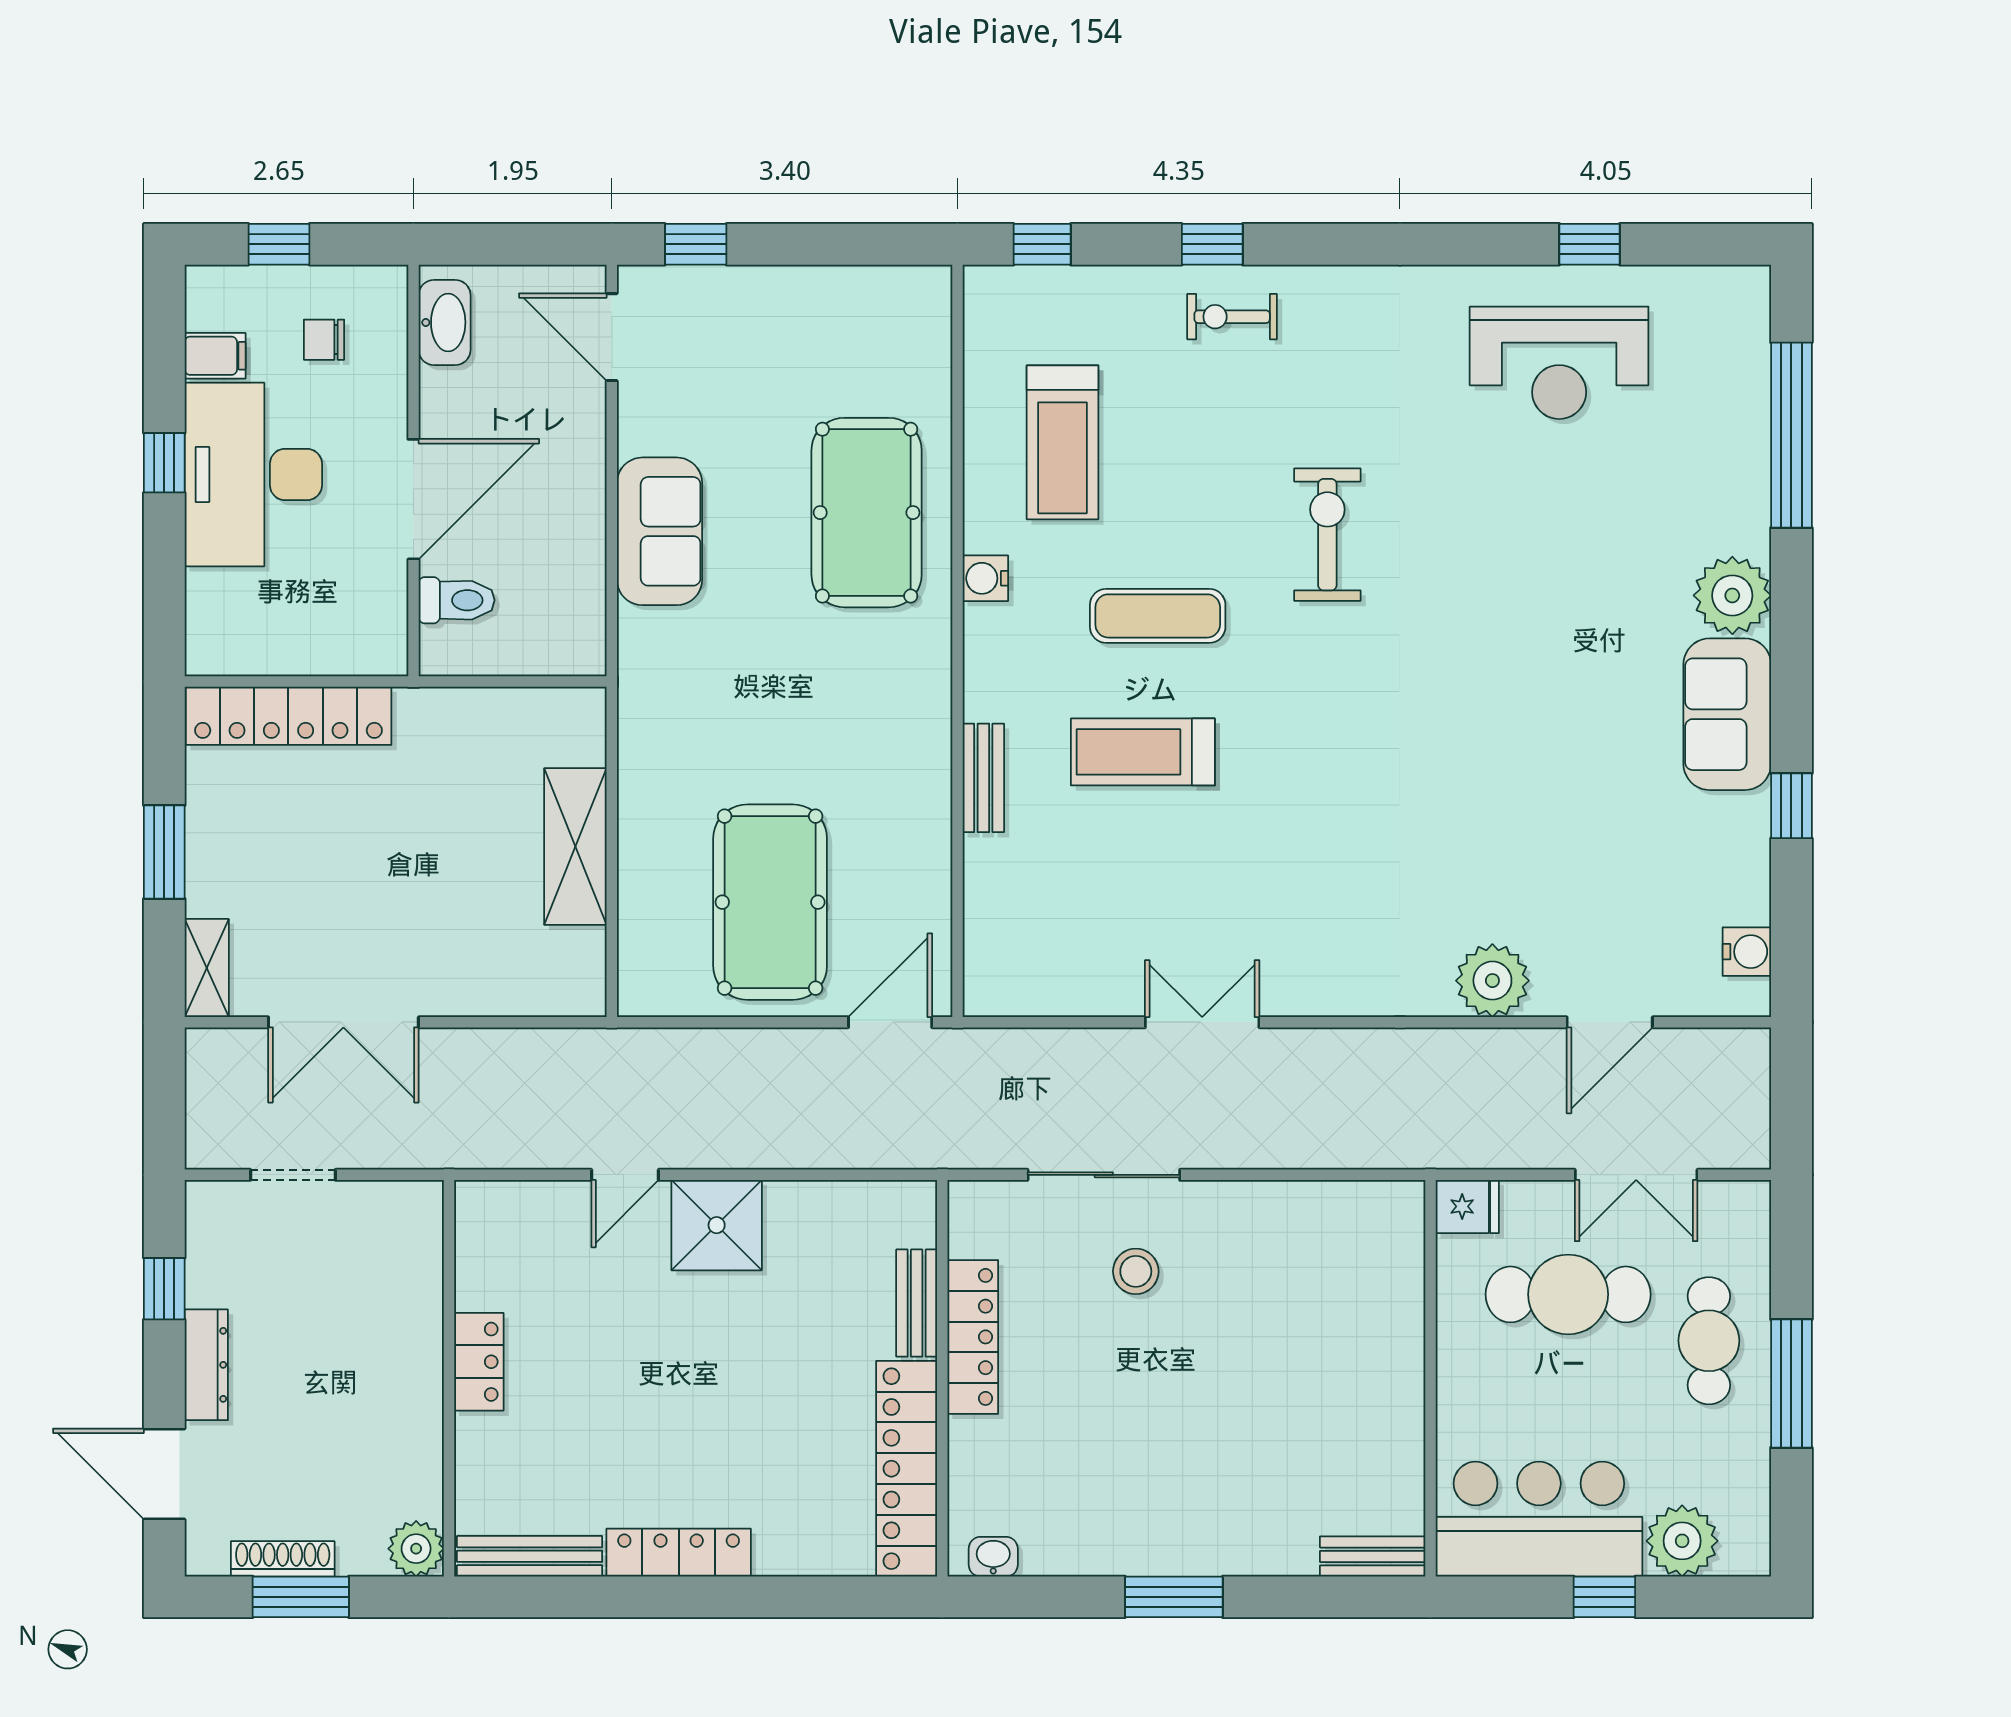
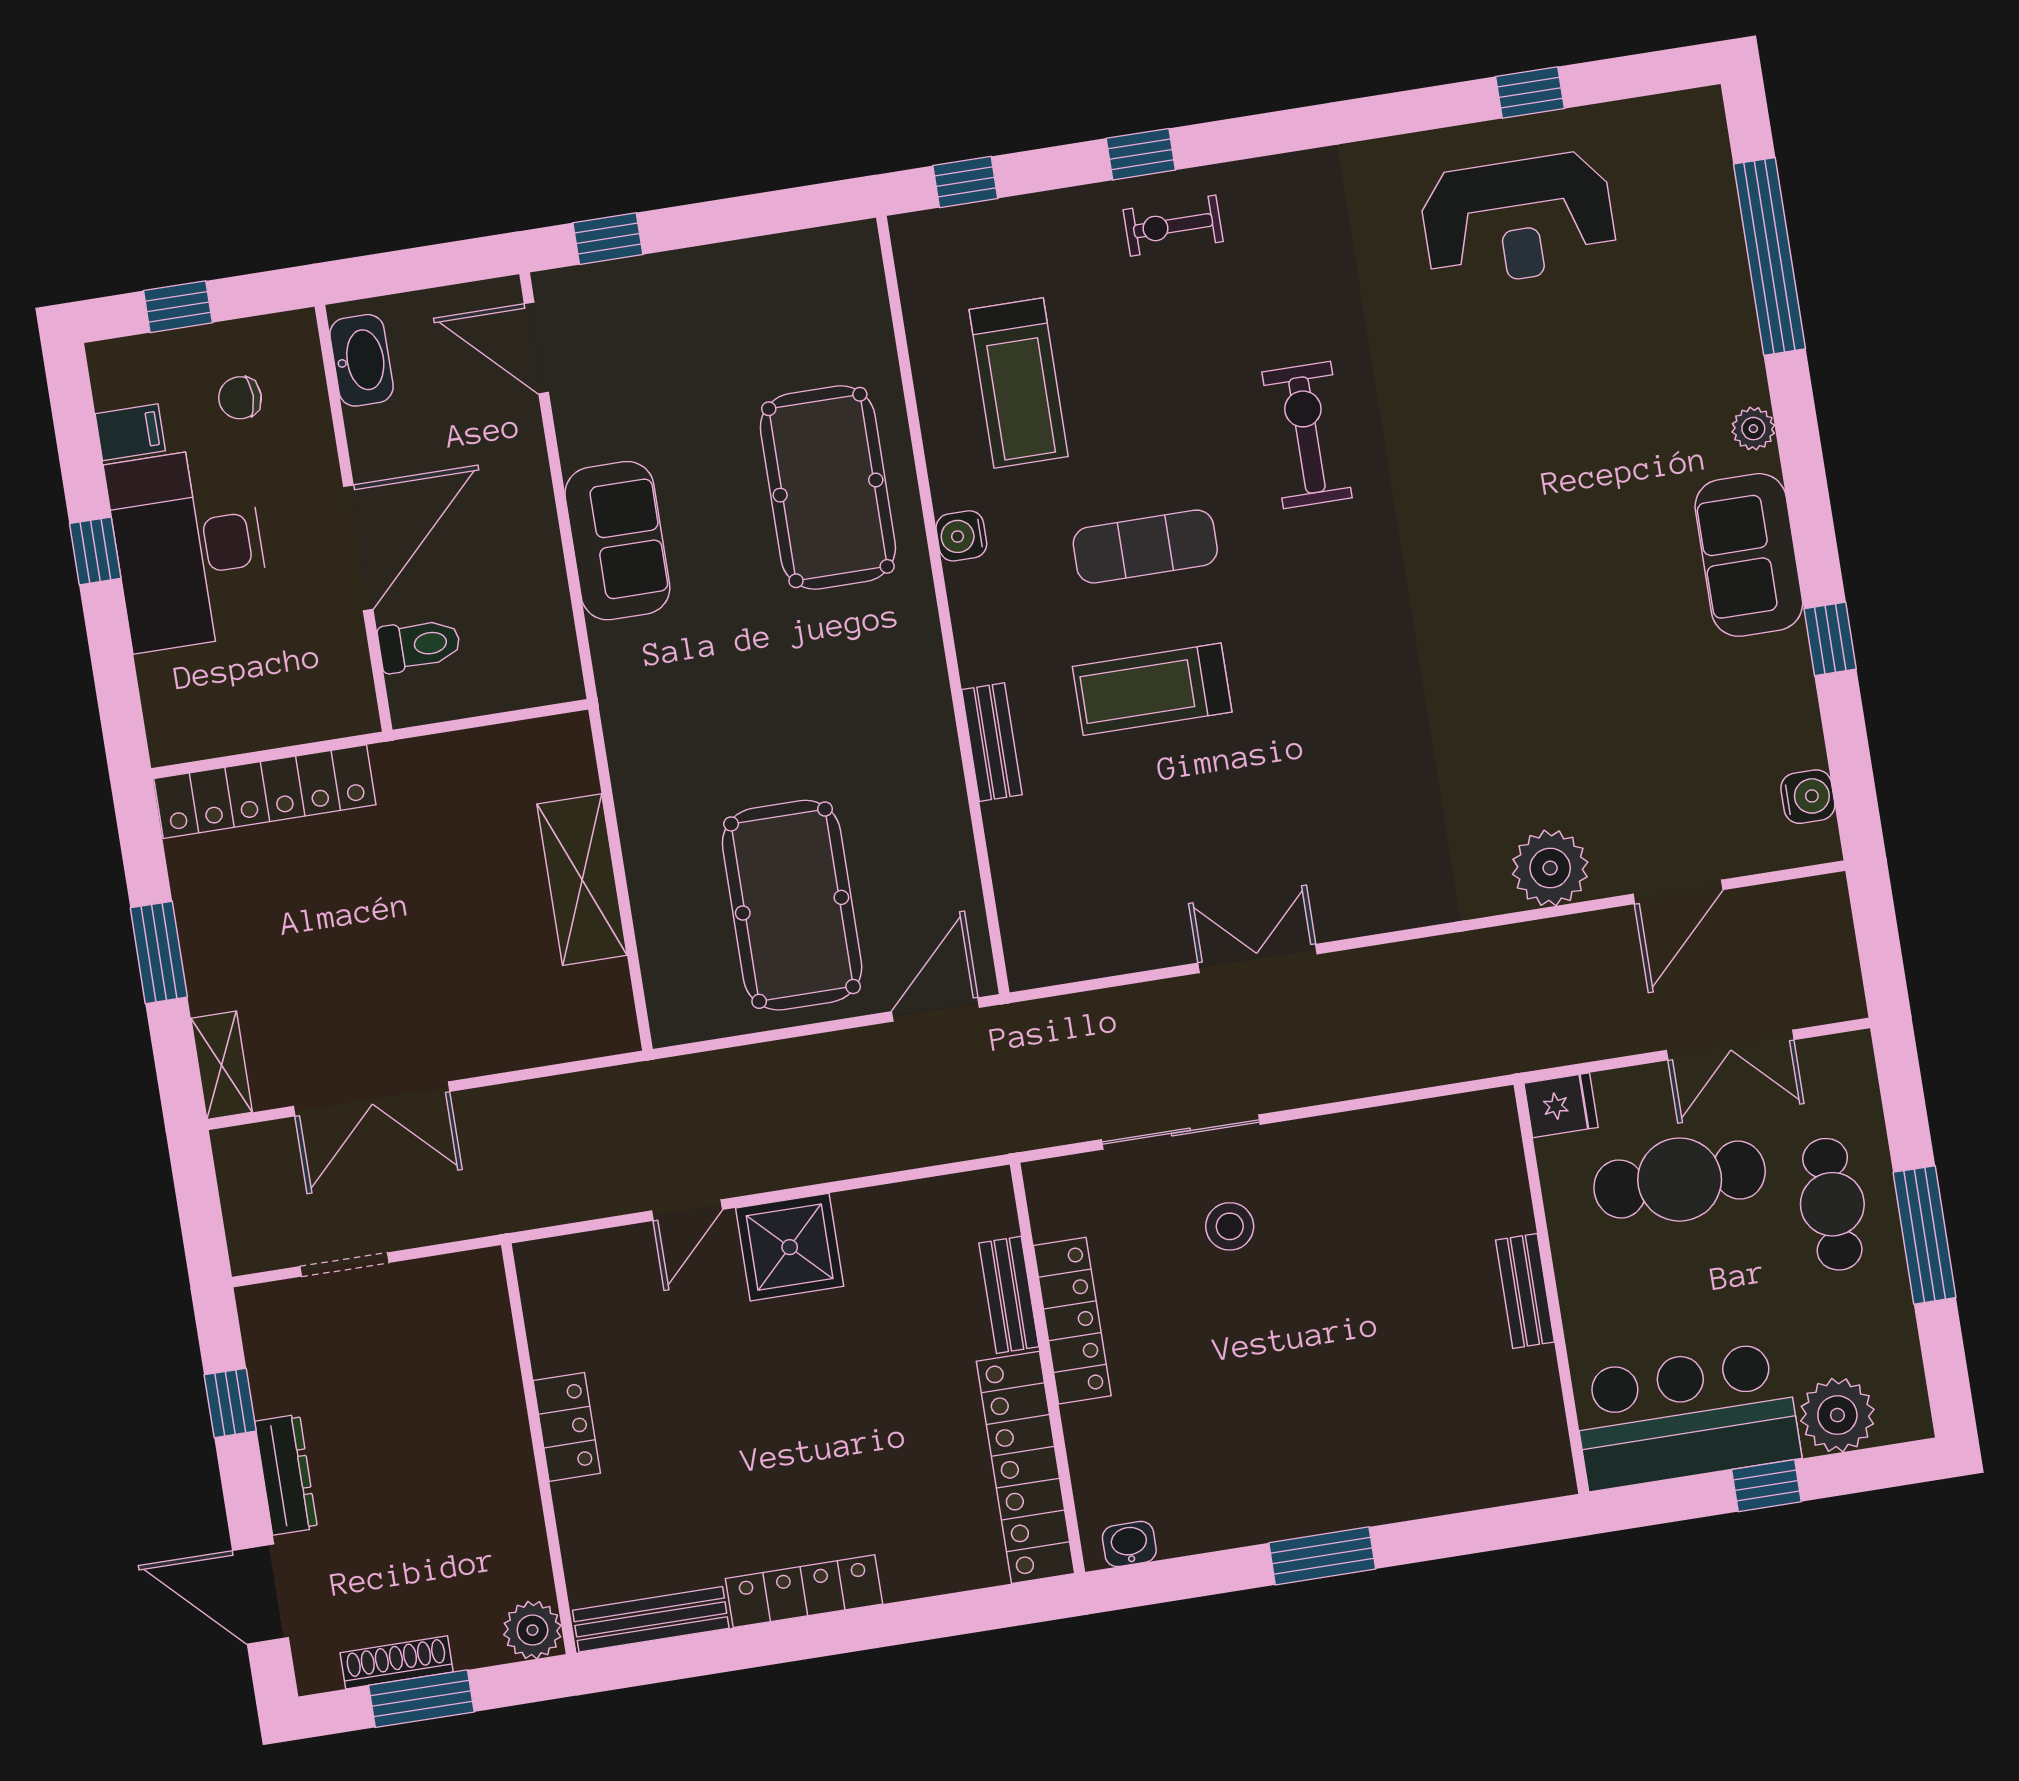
plant: (1732, 595) -> (1753, 429), width x0.53, depth x0.53
bench: (1373, 1556) -> (1525, 1291), moved, turned 90

